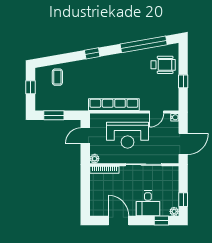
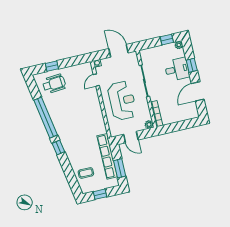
window: (144, 44) -> (46, 118), moved
wheelchair: (163, 65) -> (54, 84), turned 85
window: (183, 81) -> (52, 66), moved
row of seats: (114, 105) -> (107, 156), moved
door: (157, 112) -> (96, 80), swing flipped
window: (161, 220) -> (192, 65), moved

